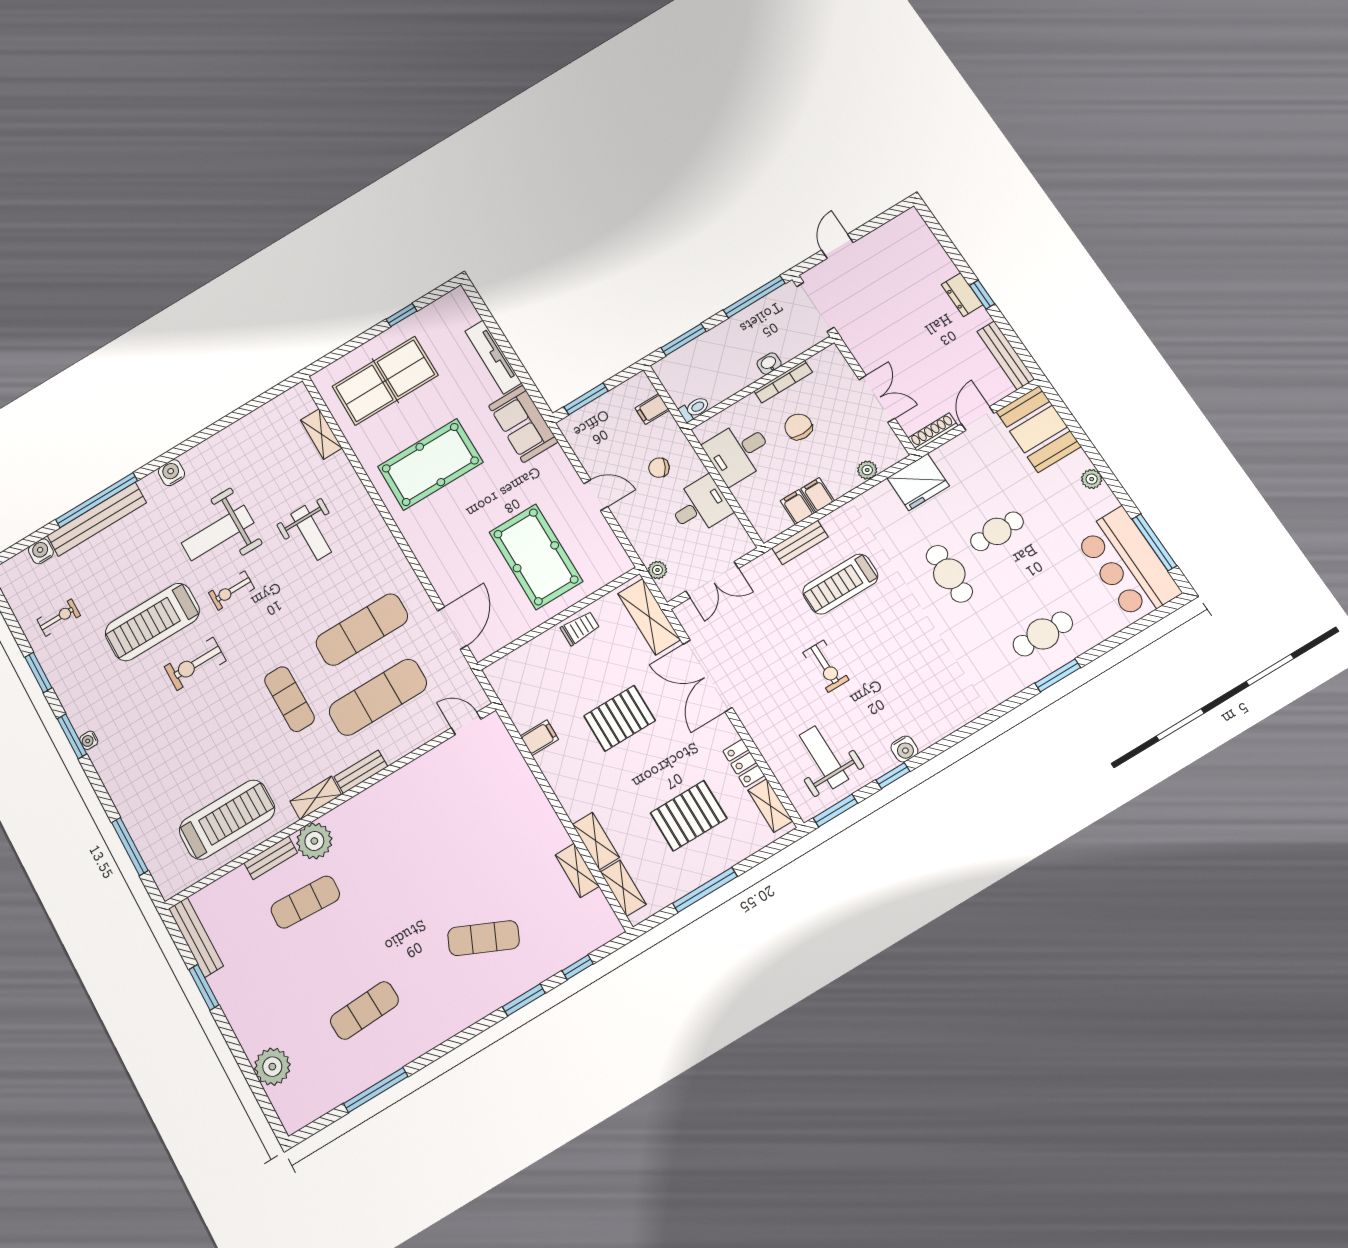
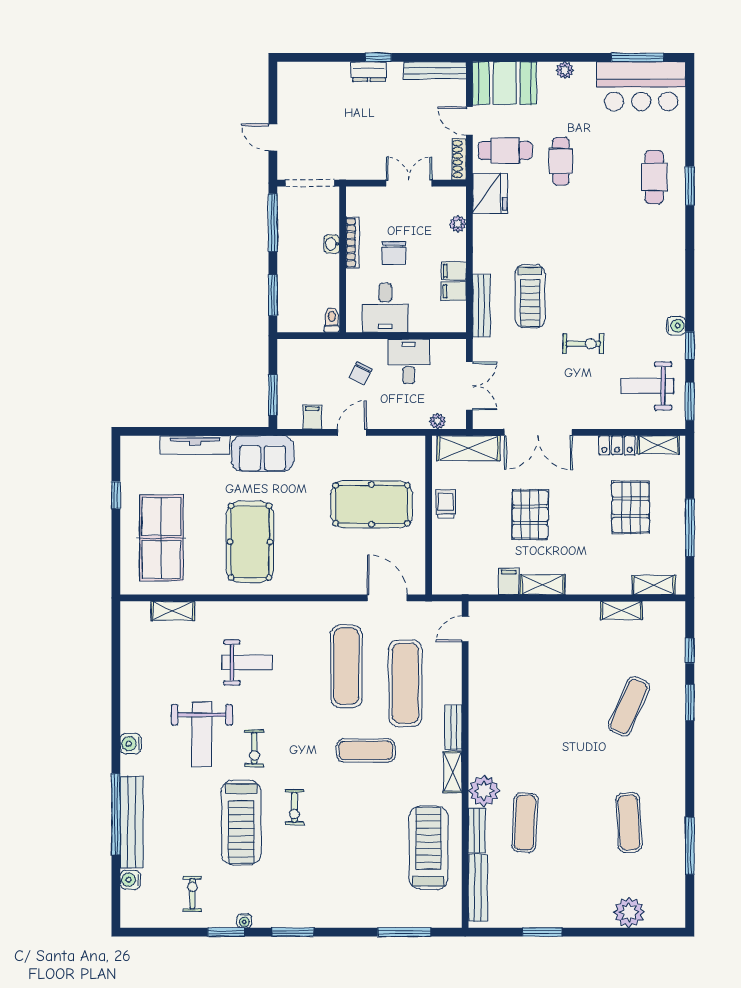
filing cabinet: (652, 409) -> (312, 417), moved, turned 180
chair: (798, 427) -> (394, 253), turned -90
bench: (800, 542) -> (481, 306), width x1.36
cafe table: (949, 574) -> (505, 150), moved
exercise bike: (195, 664) -> (294, 807), width x0.73, depth x0.72
water cooler: (89, 740) -> (244, 921), moved
shelving: (596, 841) -> (543, 585), moved
bench: (196, 937) -> (478, 888), moved, turned 90

